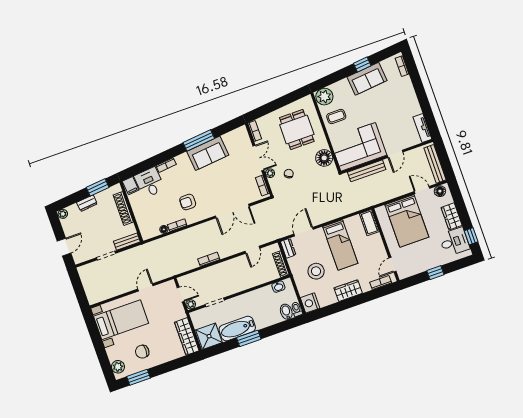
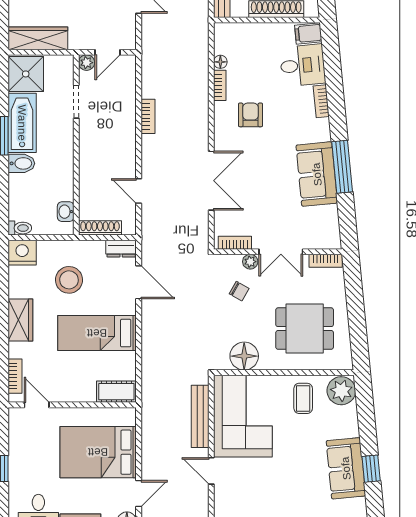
double door: (232, 211) -> (211, 181), swing flipped
bidet: (286, 312) -> (21, 163), moved

